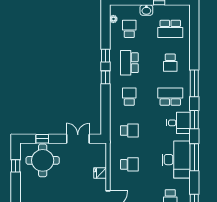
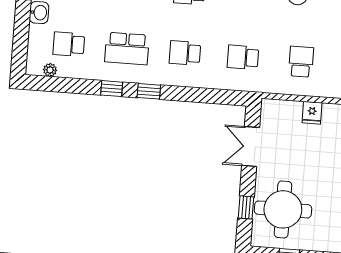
school desk: (129, 131) -> (243, 57), turned -90

